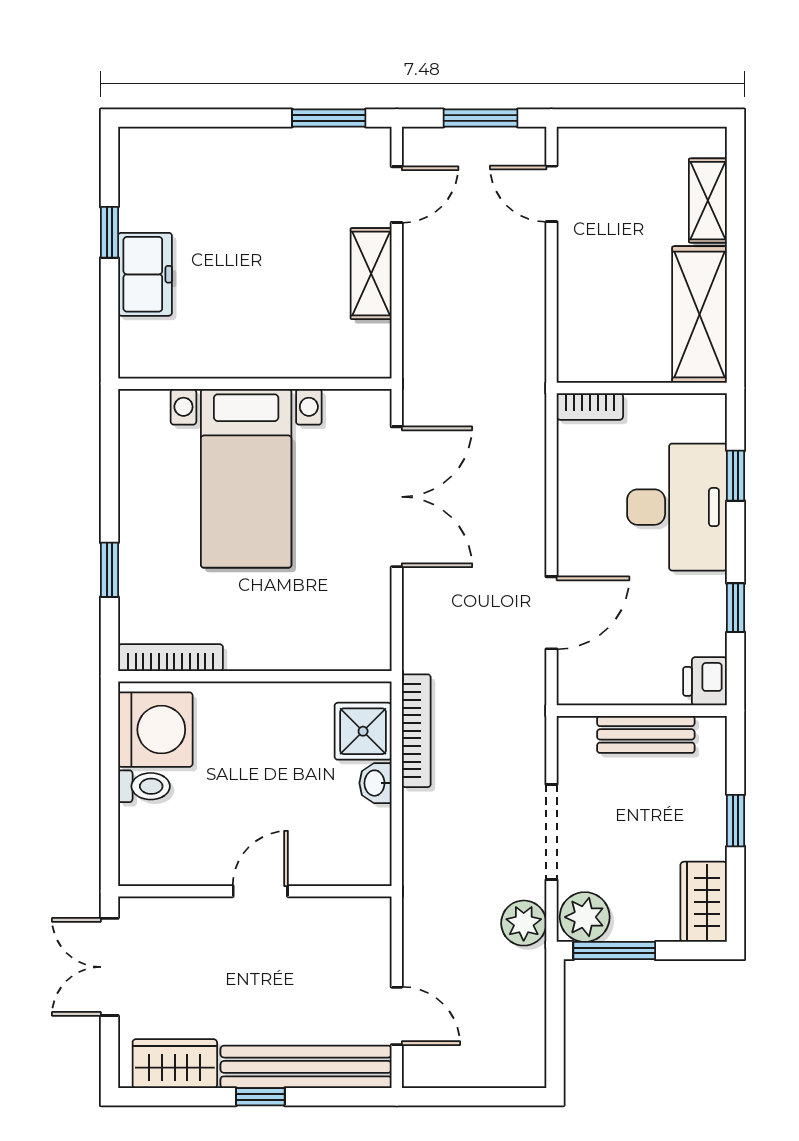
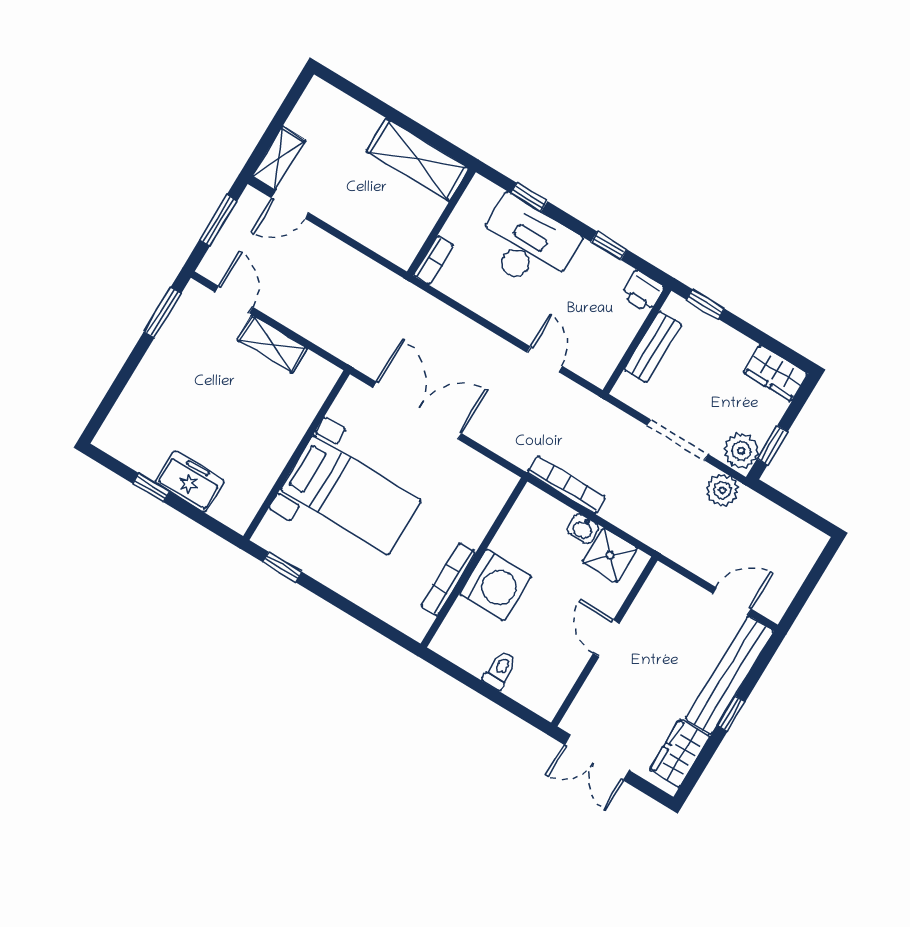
shelving: (708, 201) -> (278, 159), moved, turned 90
window: (109, 570) -> (282, 567), moved
door: (551, 613) -> (544, 359), width x0.73
bookcase: (170, 658) -> (448, 580), moved
washing machine: (155, 730) -> (496, 585), moved, turned 90
shower: (363, 731) -> (610, 555), moved
window: (736, 821) -> (706, 304), moved
window: (614, 951) -> (772, 445), width x0.67

